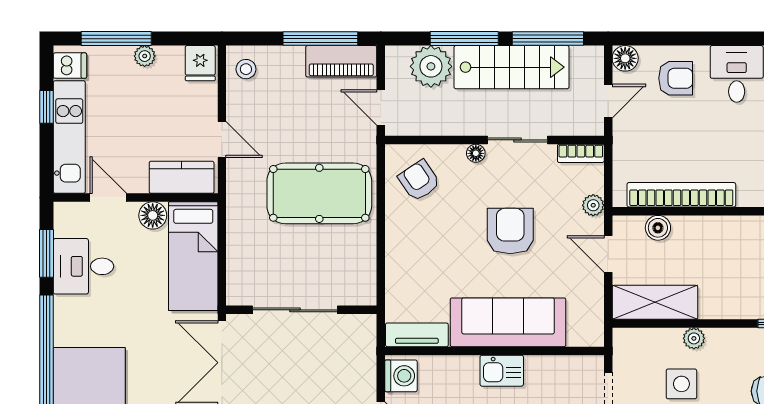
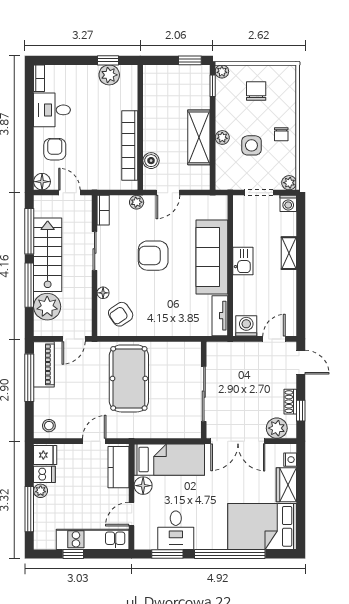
dishwasher: (70, 66) -> (44, 474), moved, turned 90
floor lamp: (476, 153) -> (103, 293), moved
shelving: (655, 302) -> (199, 137), moved

